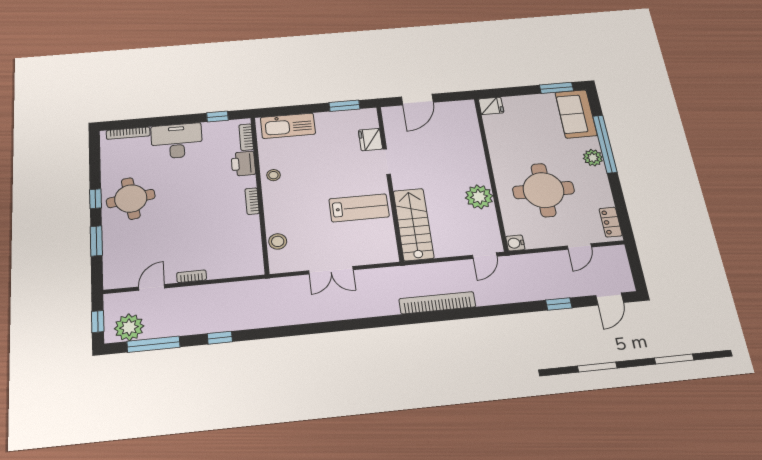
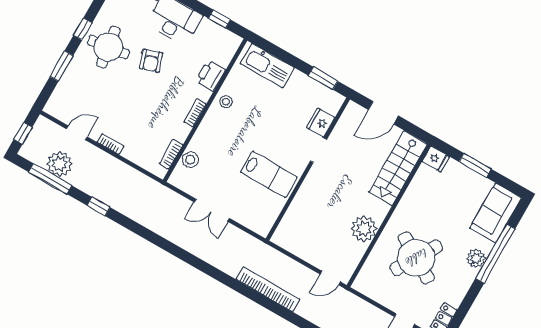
window: (556, 88) -> (475, 165), moved
bookcase: (246, 137) -> (171, 154), moved
armchair: (179, 185) -> (151, 61), added
round table: (543, 190) -> (416, 258), turned 31
stairs: (414, 224) -> (398, 168), moved, turned 180
water cooler: (515, 243) -> (360, 284), removed
plant: (129, 327) -> (60, 164), moved

